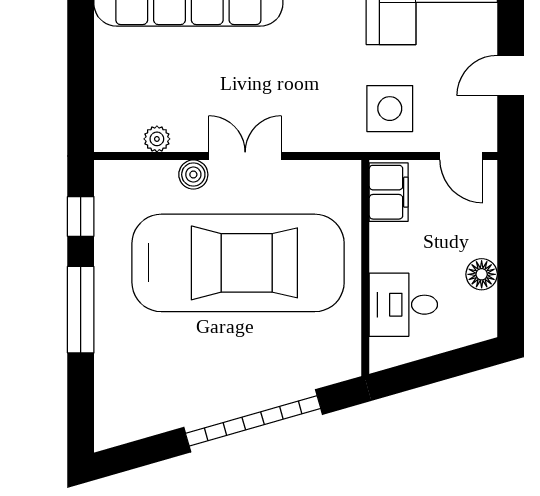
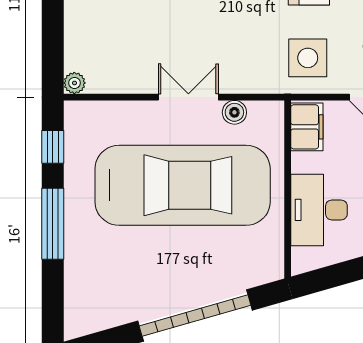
plant: (157, 139) -> (74, 83), moved
boiler: (193, 175) -> (234, 112), moved
desk: (403, 305) -> (319, 210), width x1.37

